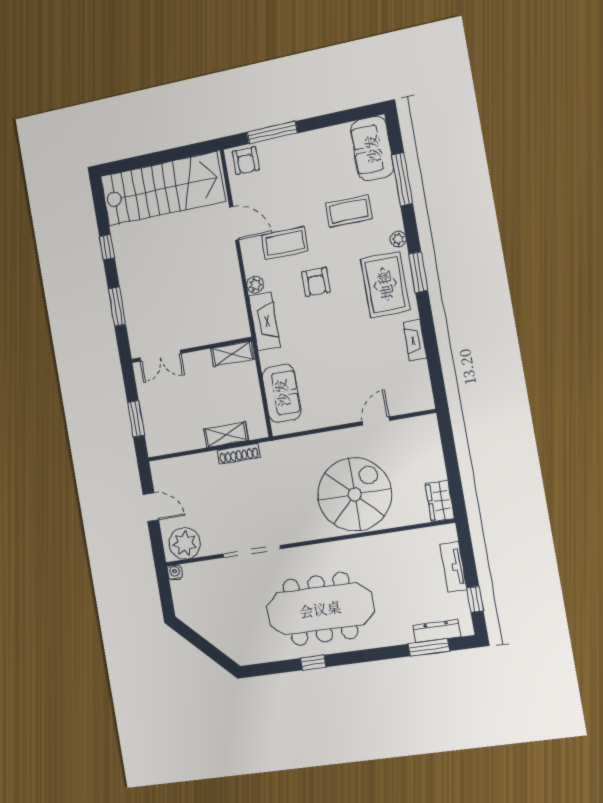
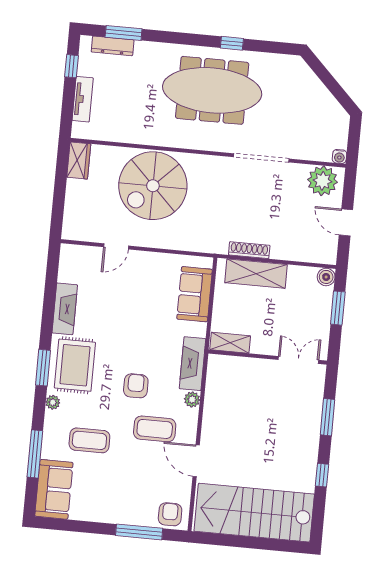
fireplace: (415, 340) -> (65, 309), width x1.37, depth x1.32
shelving: (226, 435) -> (256, 274), width x1.50, depth x1.33
boiler: (156, 447) -> (326, 277), added

